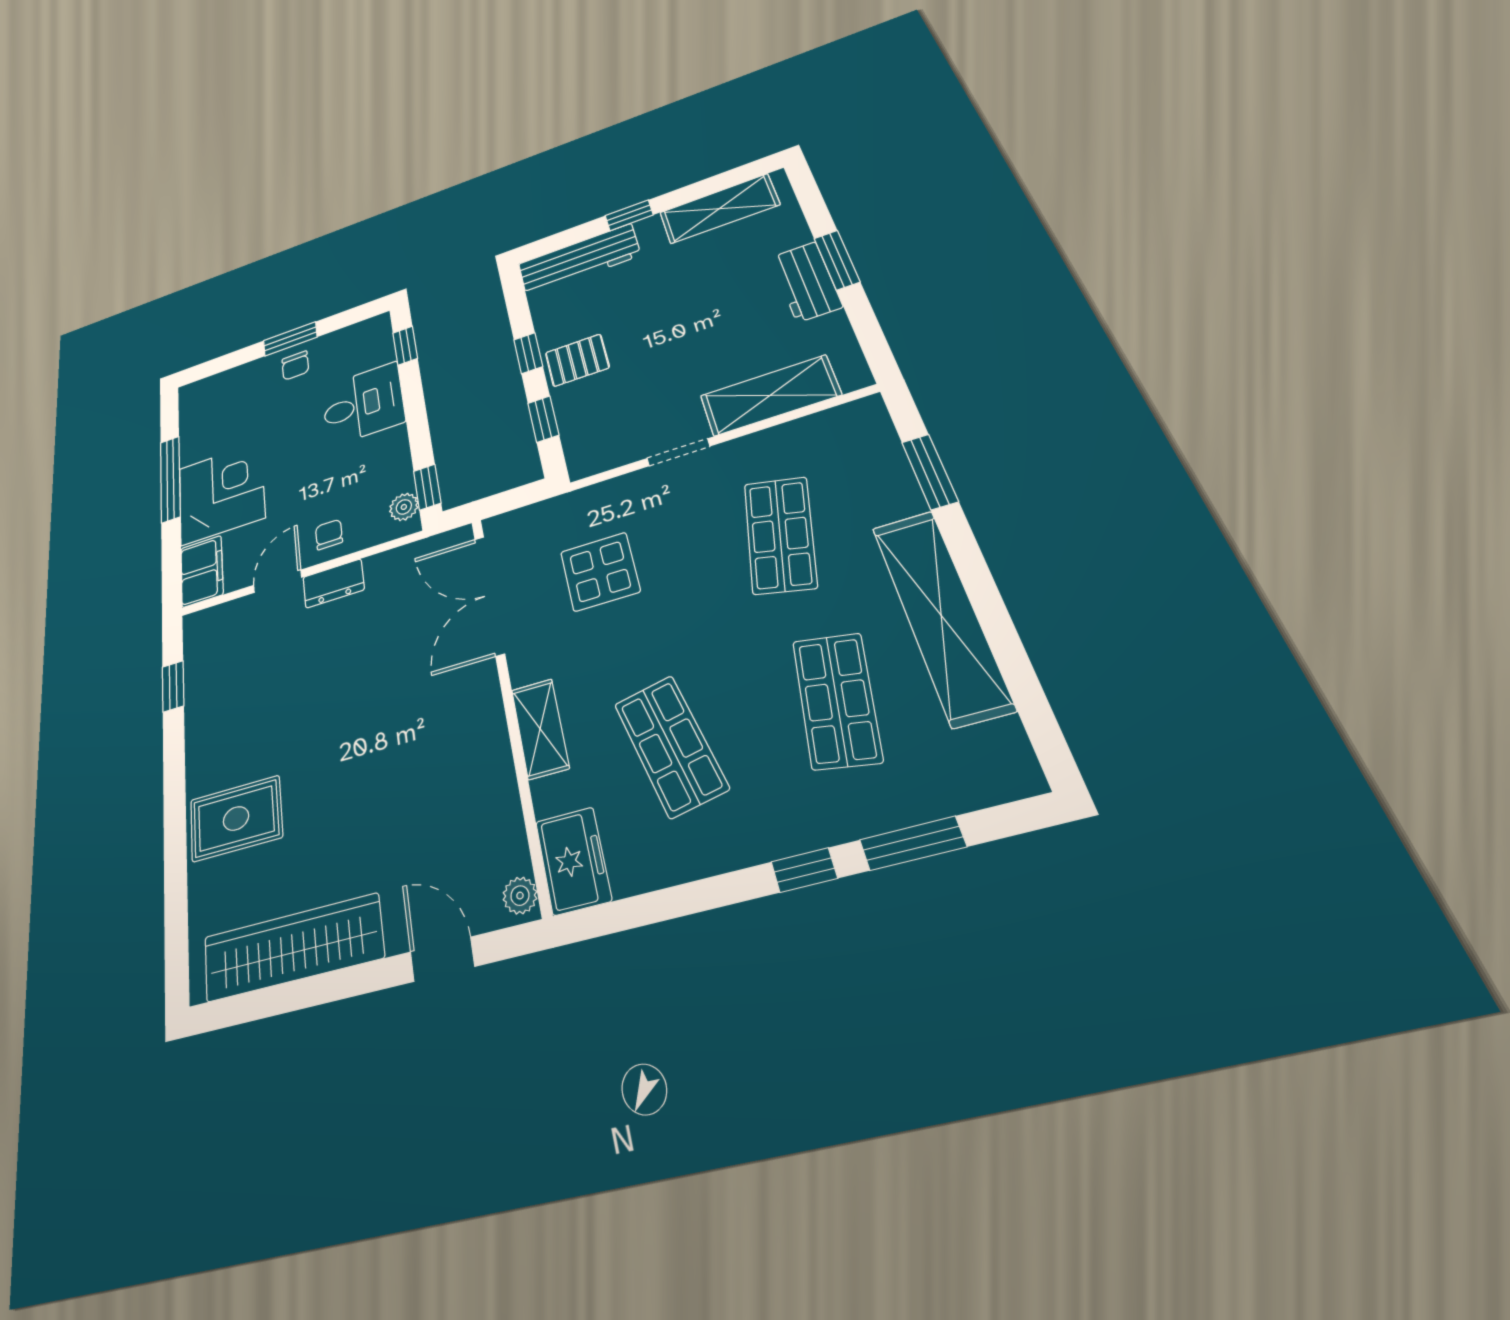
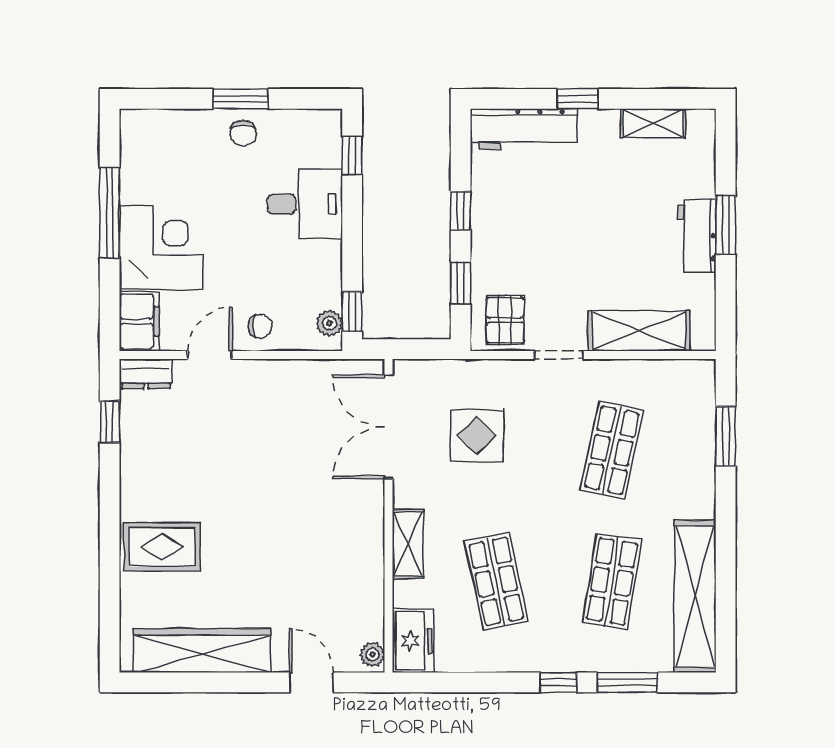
shelving: (719, 209) -> (653, 123), width x0.67, depth x0.75
pallet: (577, 360) -> (505, 320), moved, turned 90
chair: (329, 535) -> (260, 326), turned 90
dresser: (334, 583) -> (146, 374), moved
shelving: (941, 615) -> (695, 596), moved

